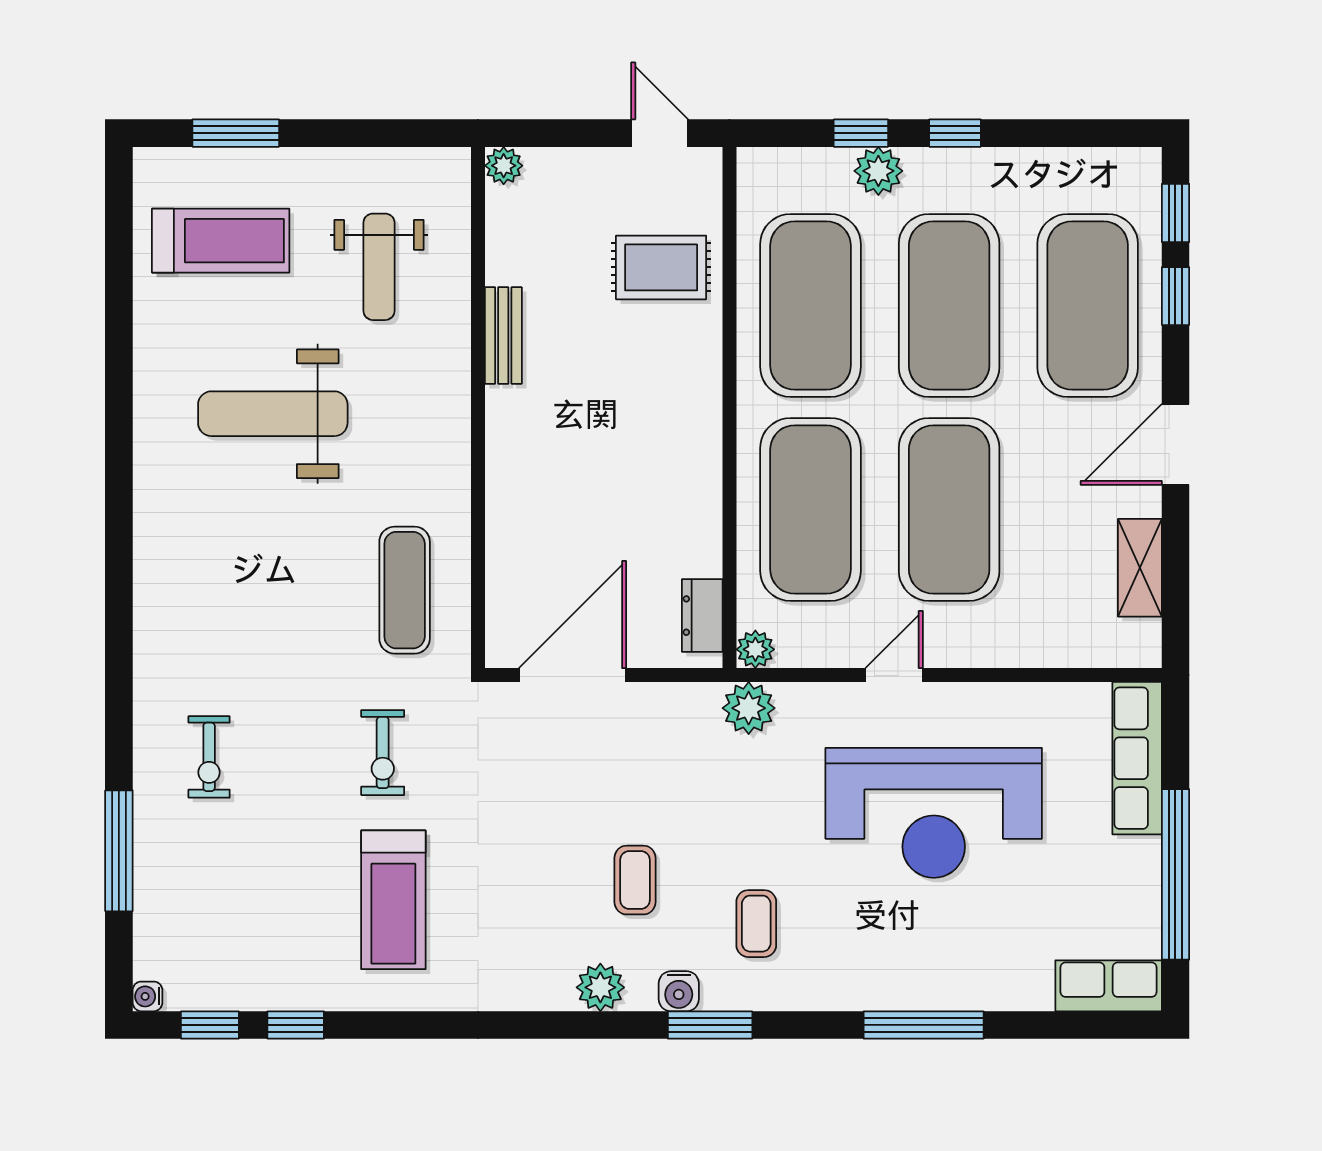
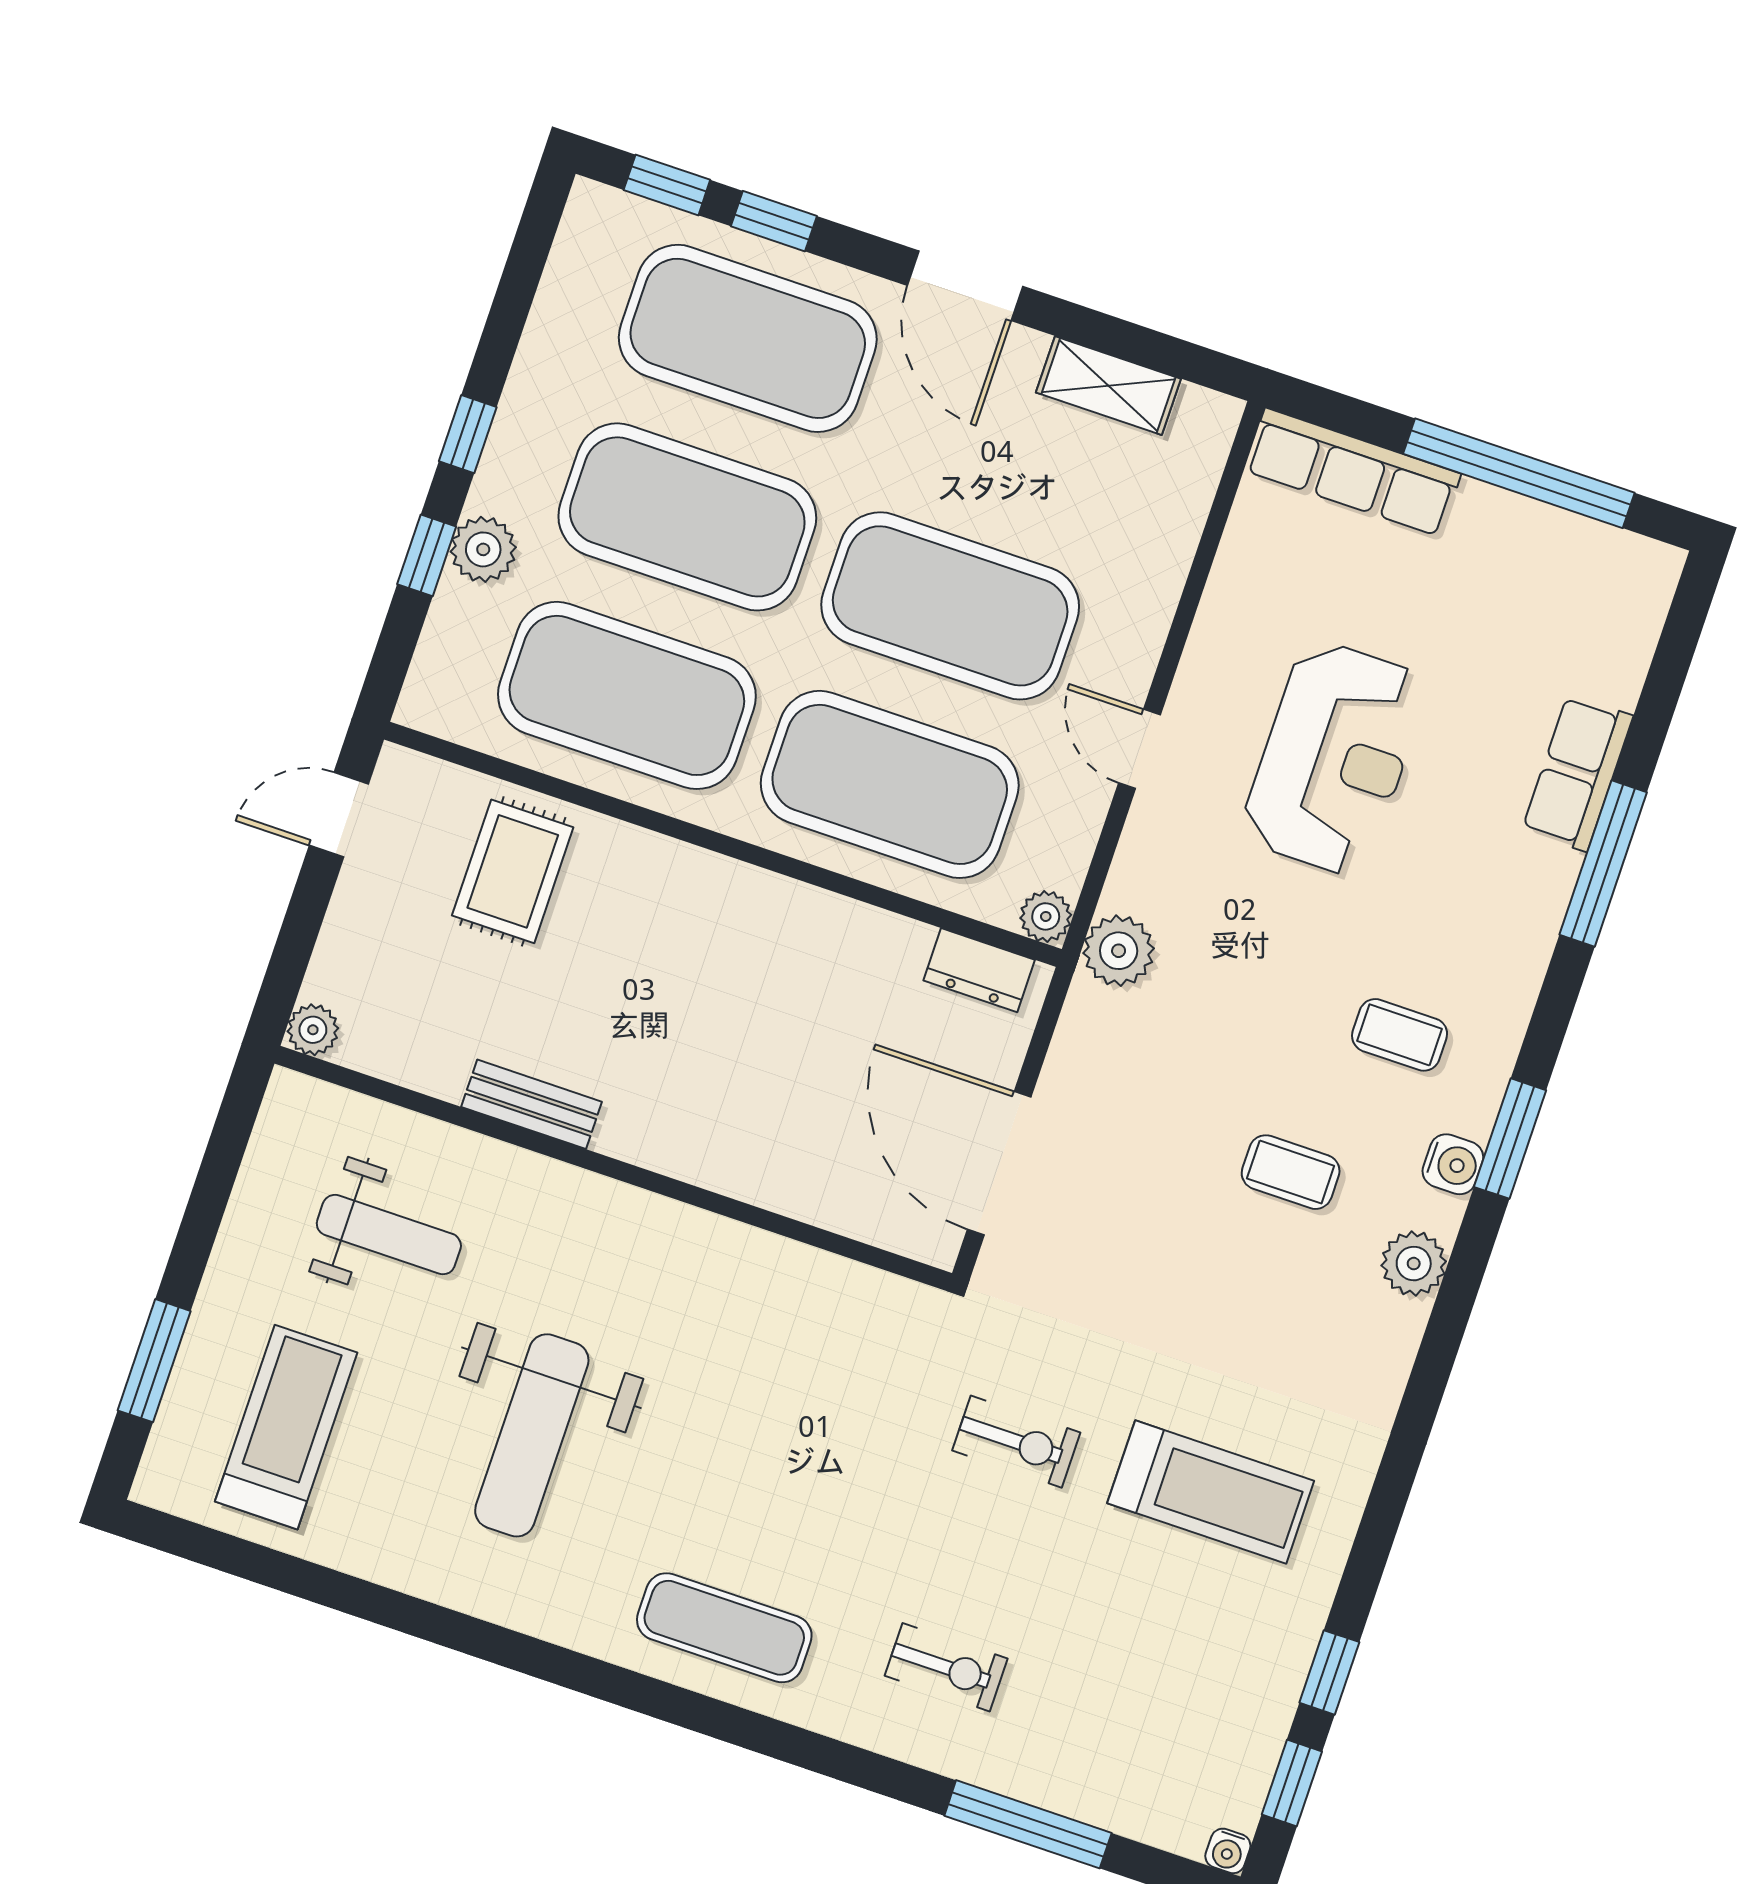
exercise mat: (405, 590) -> (724, 1628), moved
reception desk: (934, 813) -> (1334, 758), width x0.74, depth x0.77
row of seats: (1109, 986) -> (1578, 773), moved

